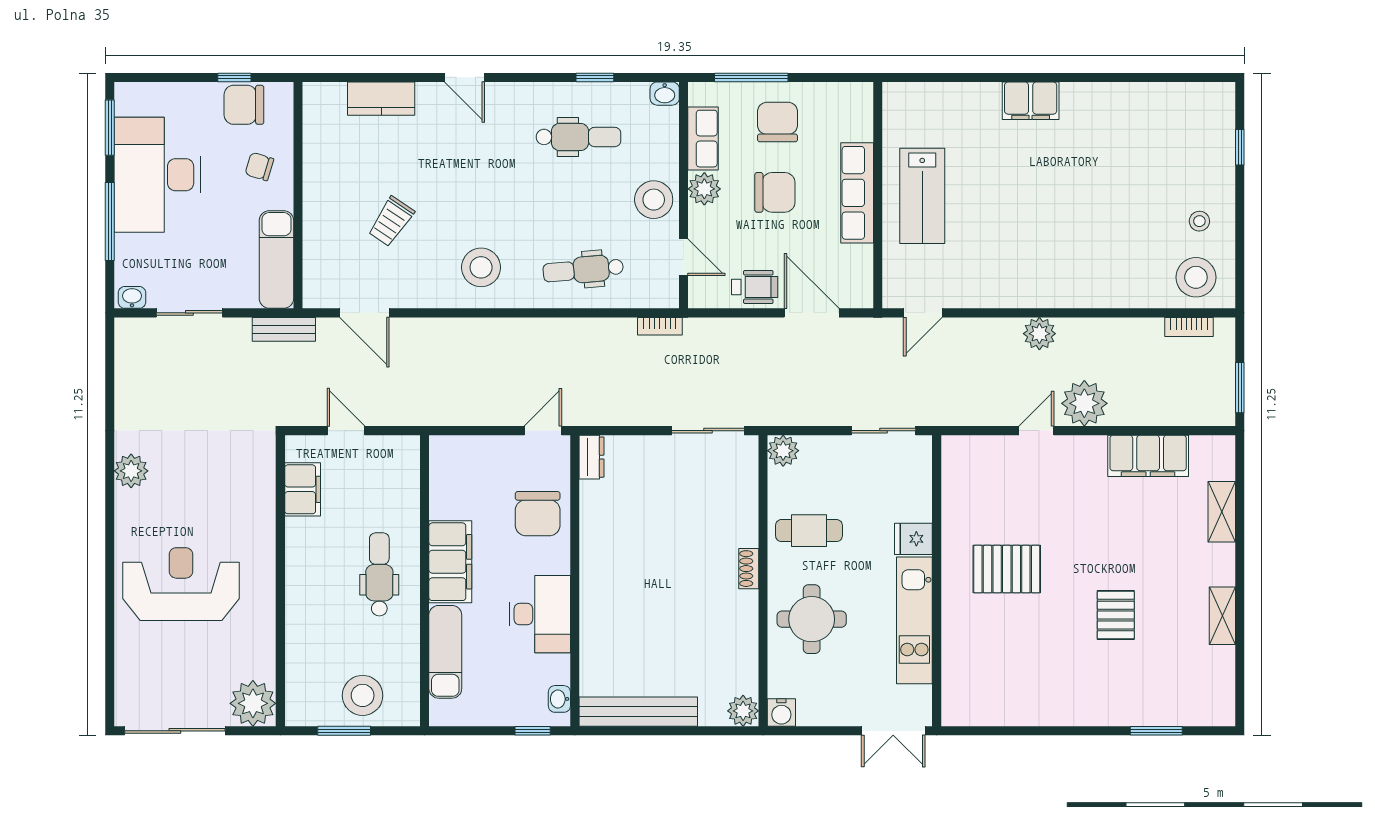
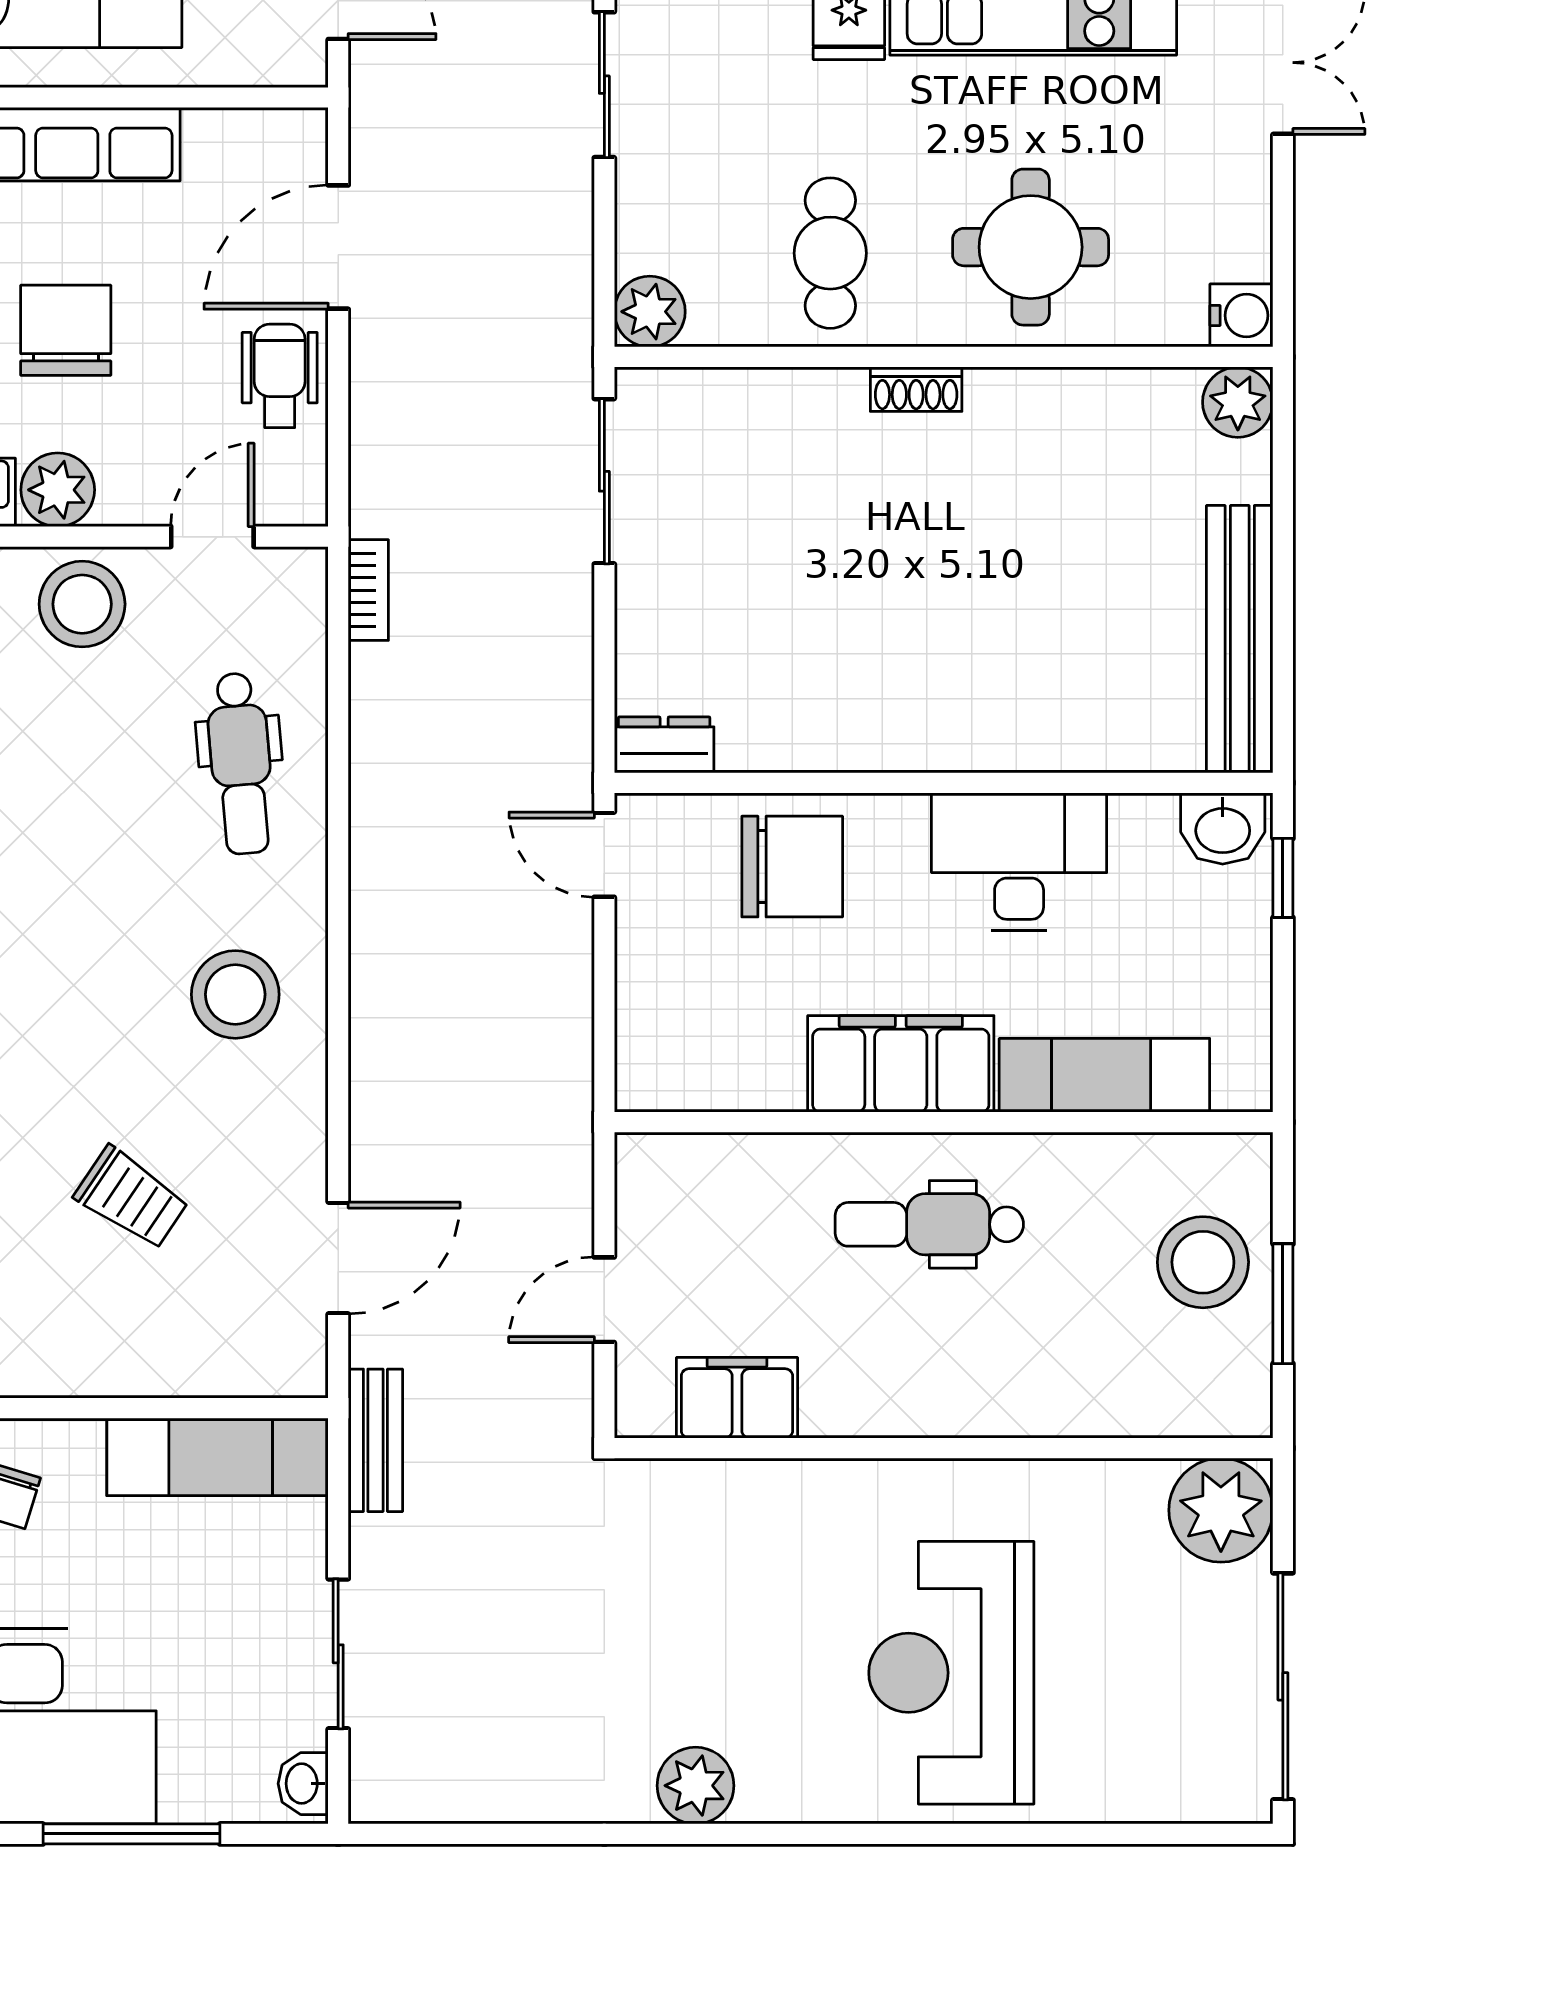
washbasin: (559, 699) -> (1223, 828), width x1.38, depth x1.45

